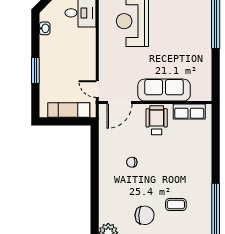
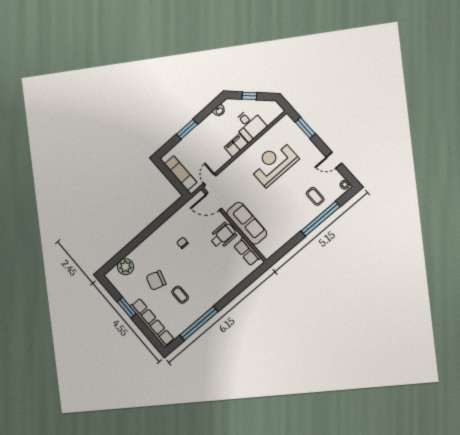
coffee table: (192, 11) -> (315, 196), added
filing cabinet: (88, 40) -> (236, 145), added
chair: (145, 215) -> (156, 280), turned 105

